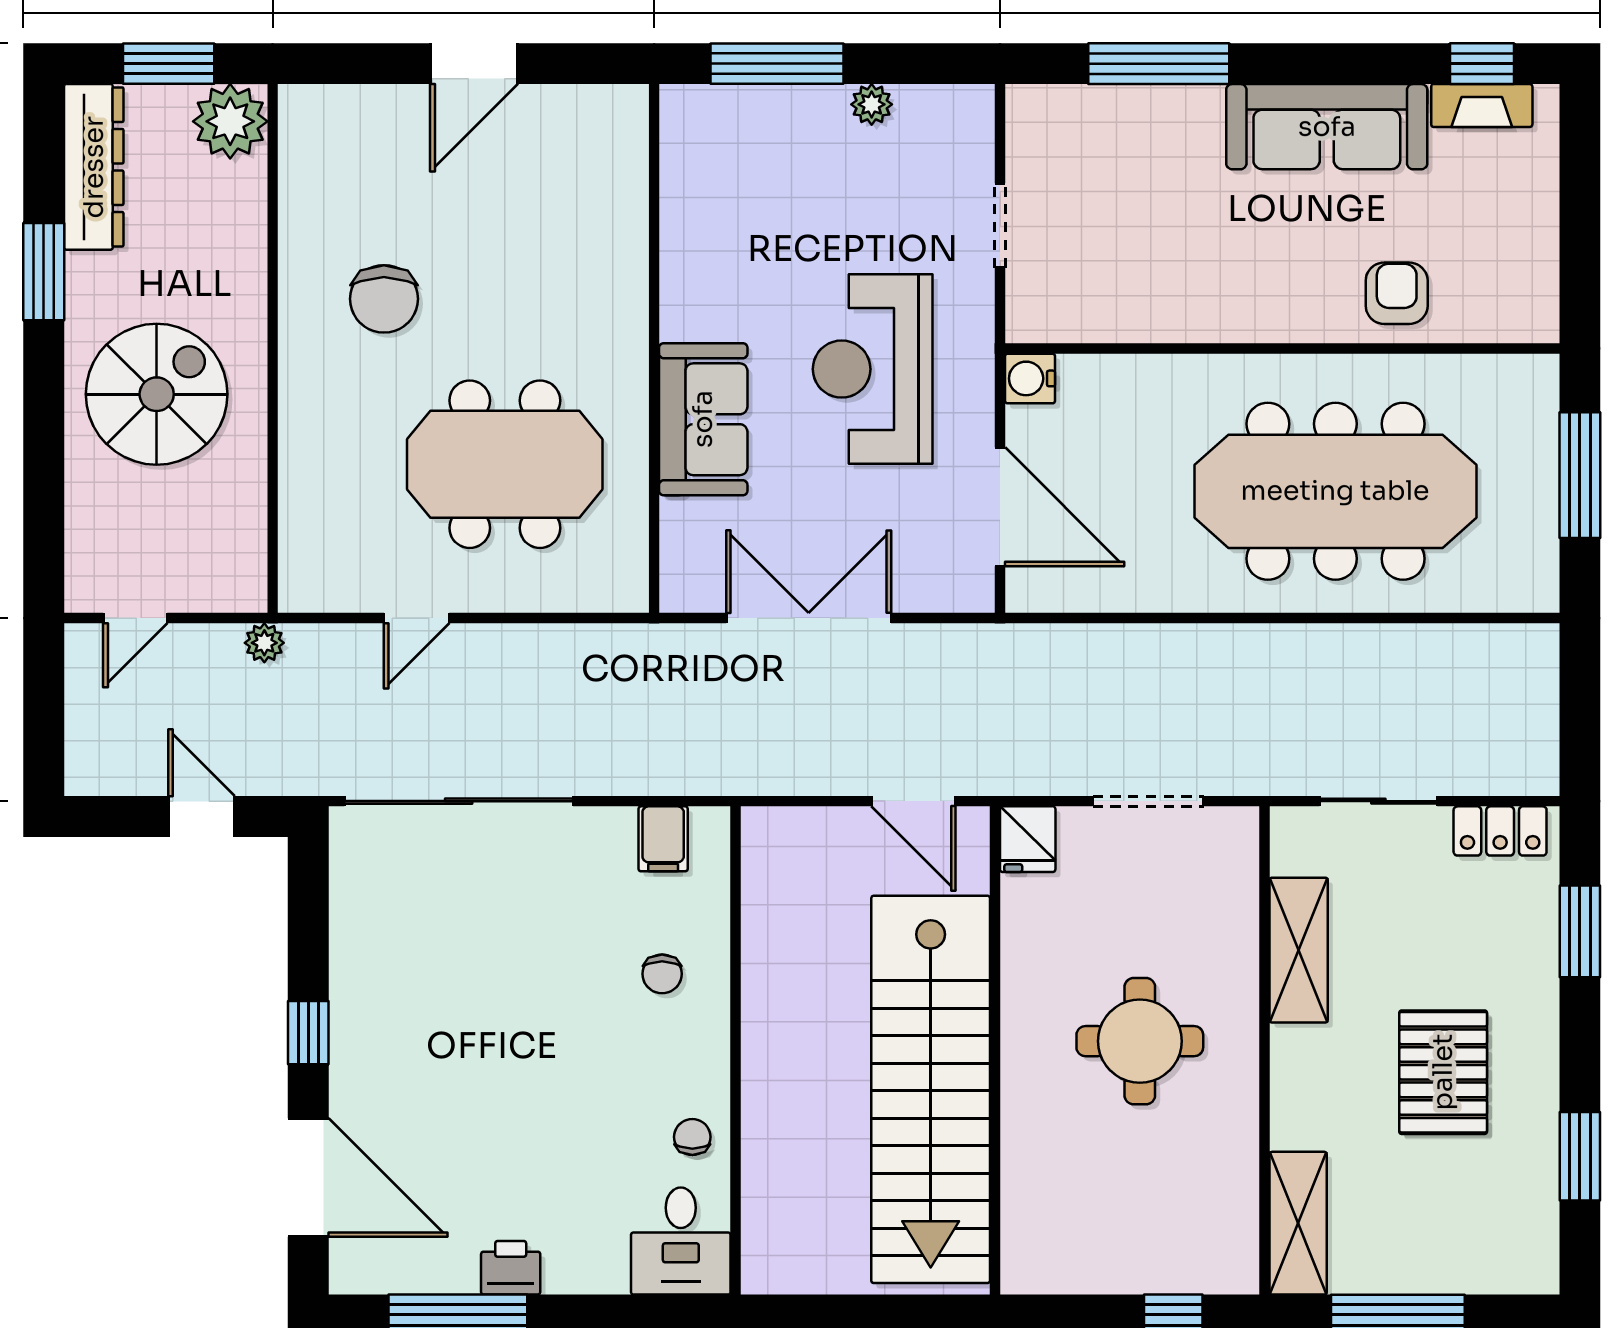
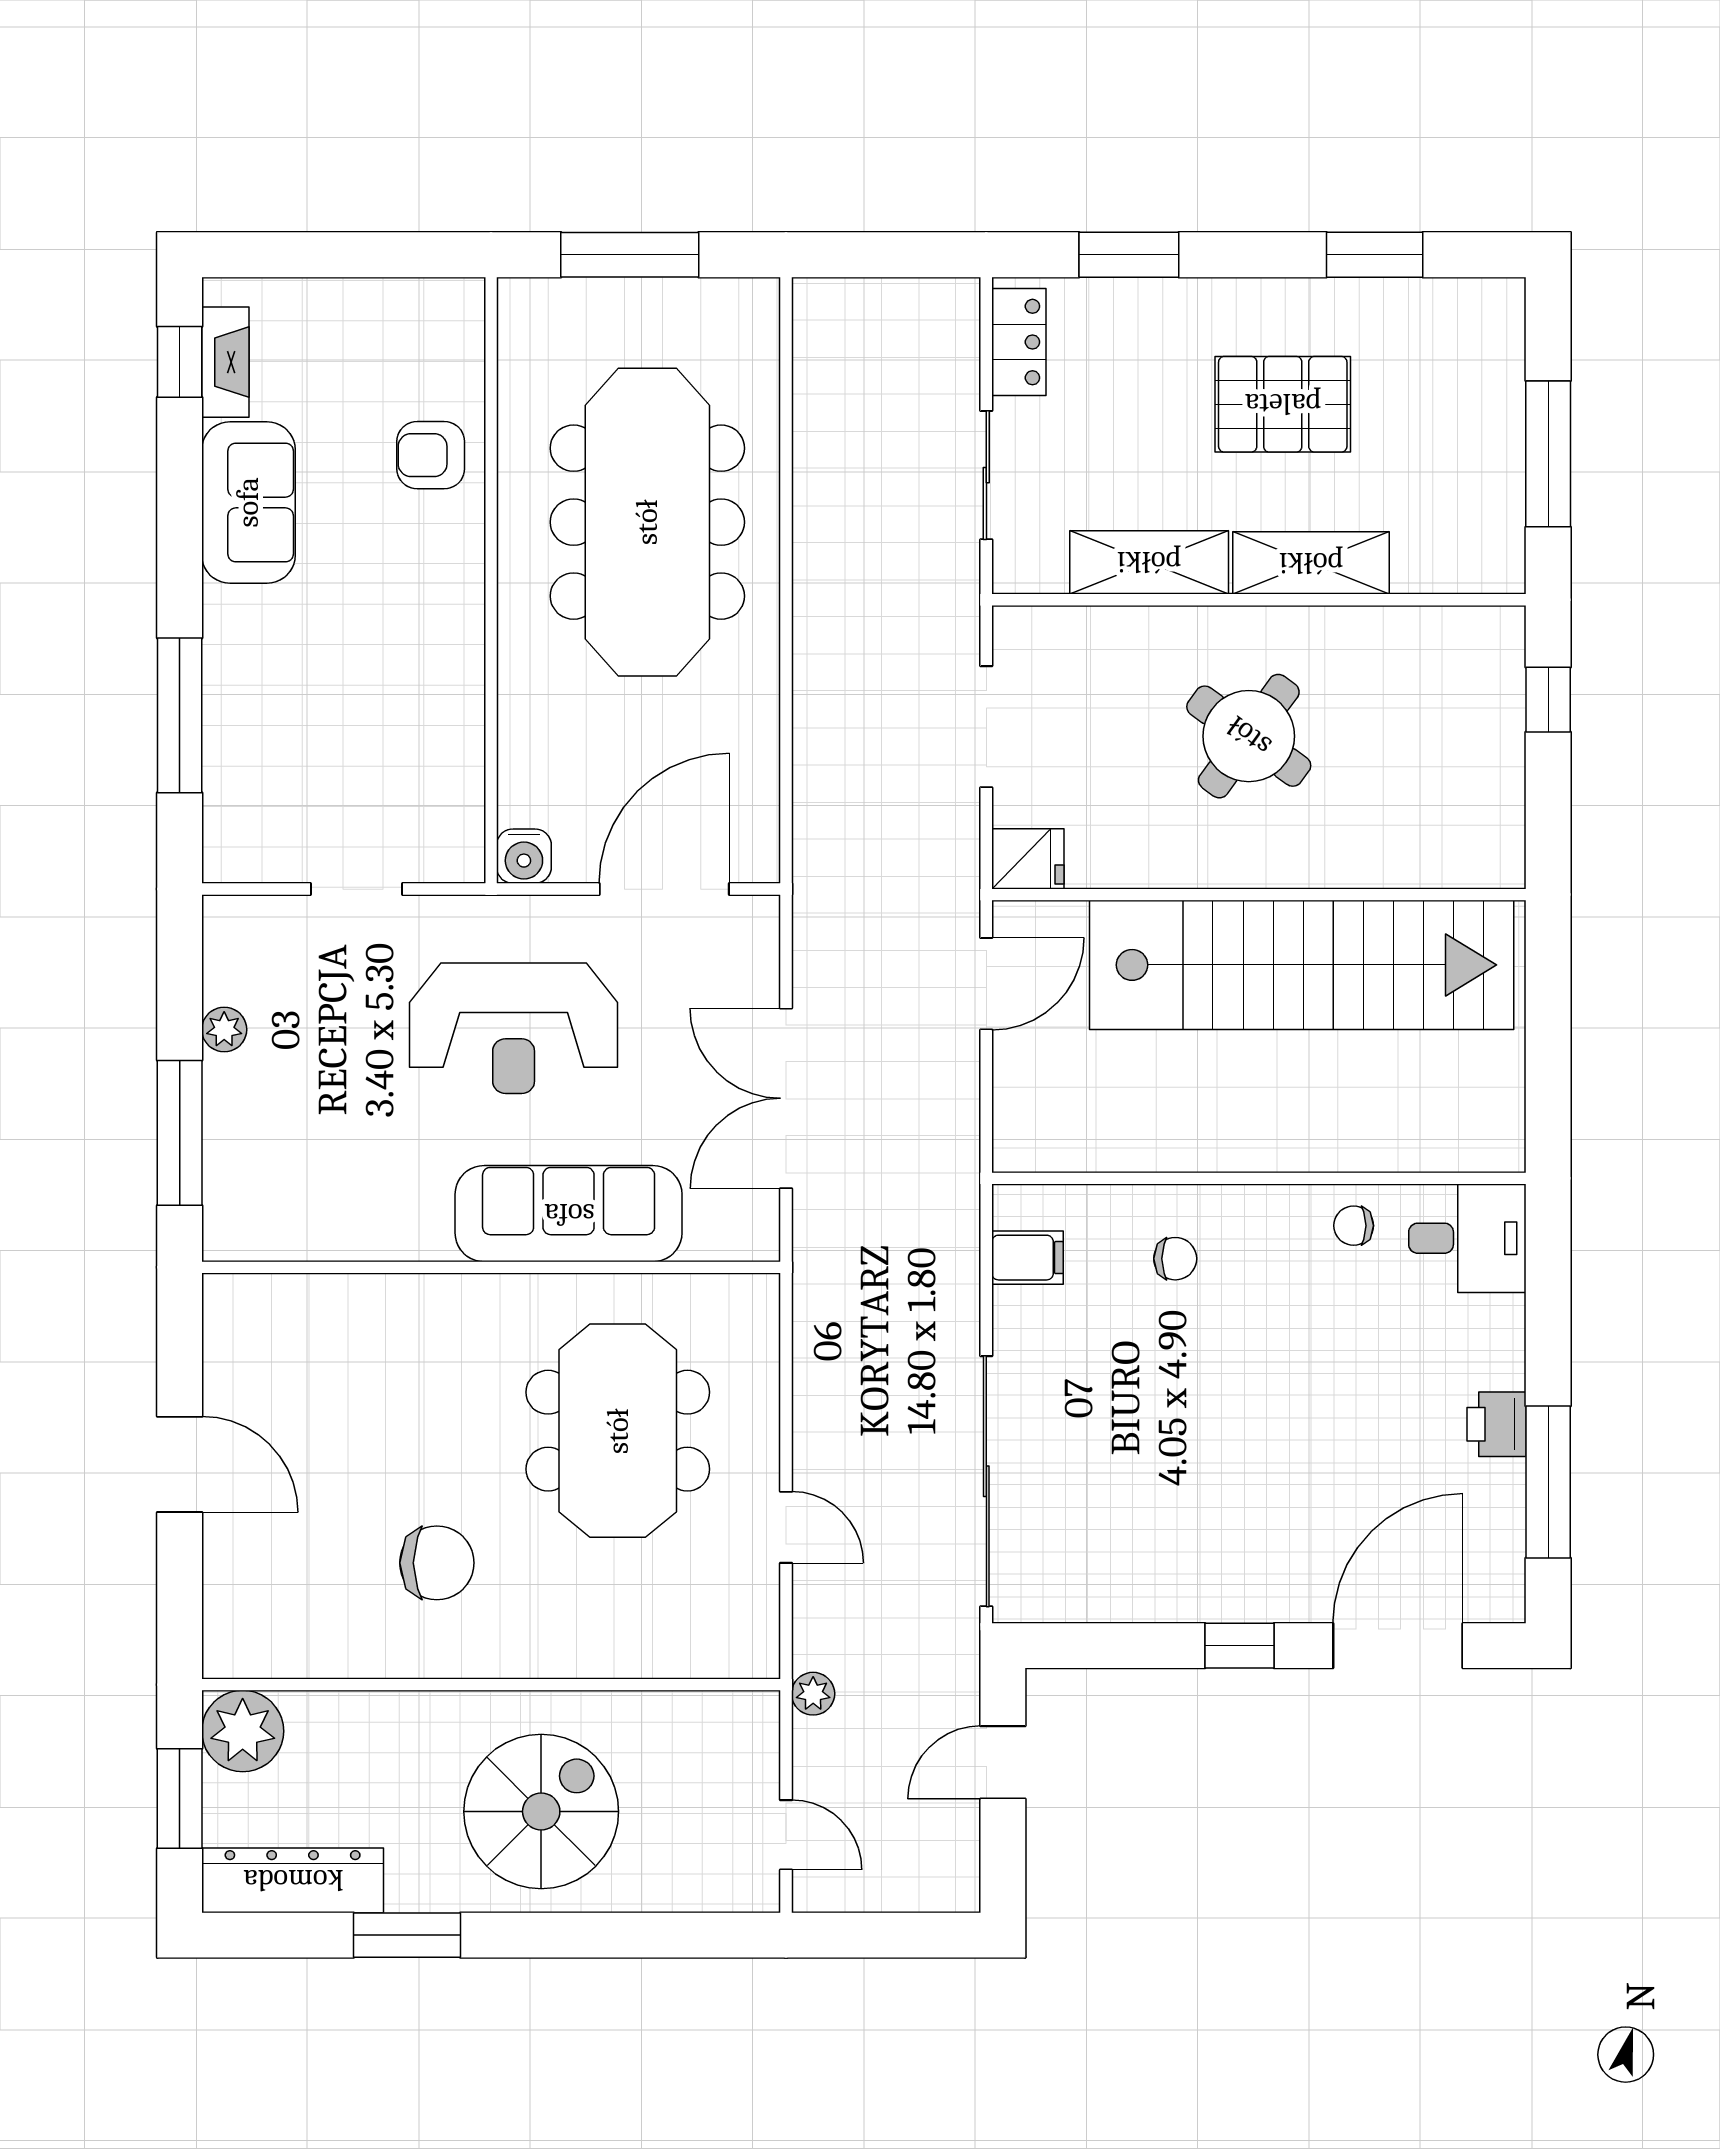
sofa: (1327, 127) -> (248, 502), width x0.73
spiral stairs: (157, 394) -> (541, 1812), turned 90
sofa: (703, 419) -> (569, 1214), width x1.36
round table: (1140, 1041) -> (1249, 736), turned 36
shelving: (1298, 1223) -> (1311, 563), moved

